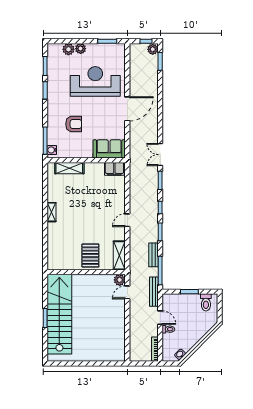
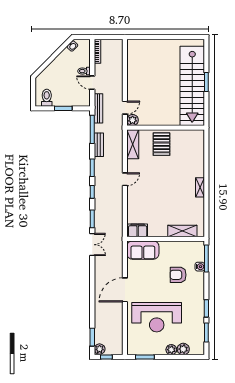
water cooler: (52, 150) -> (200, 267), moved

